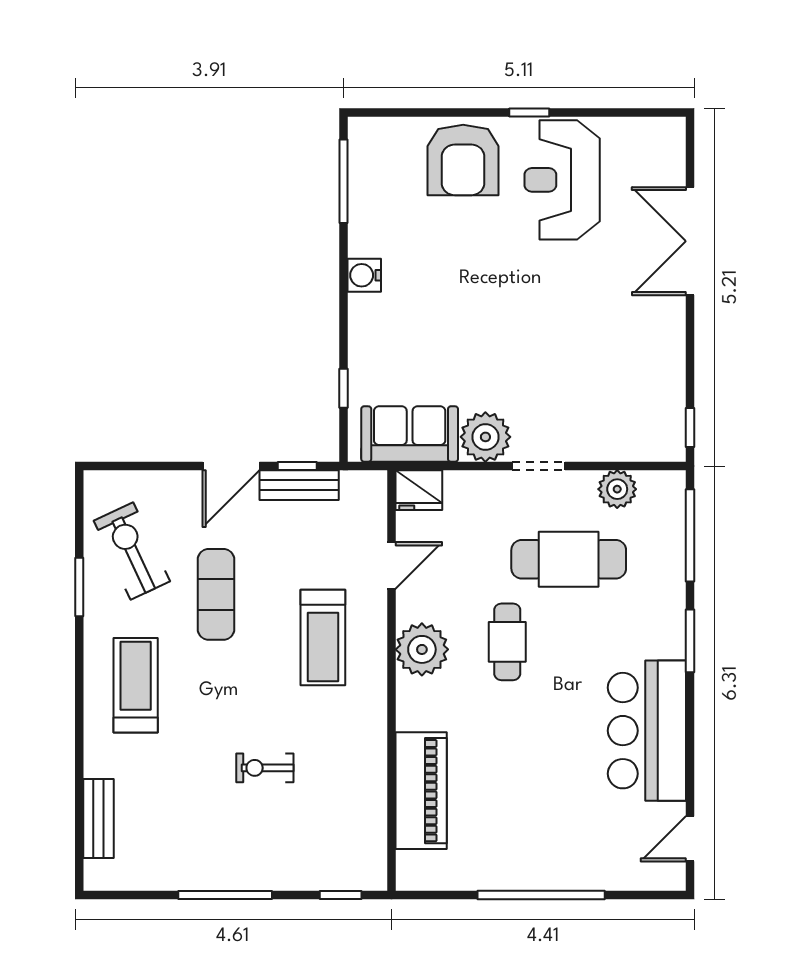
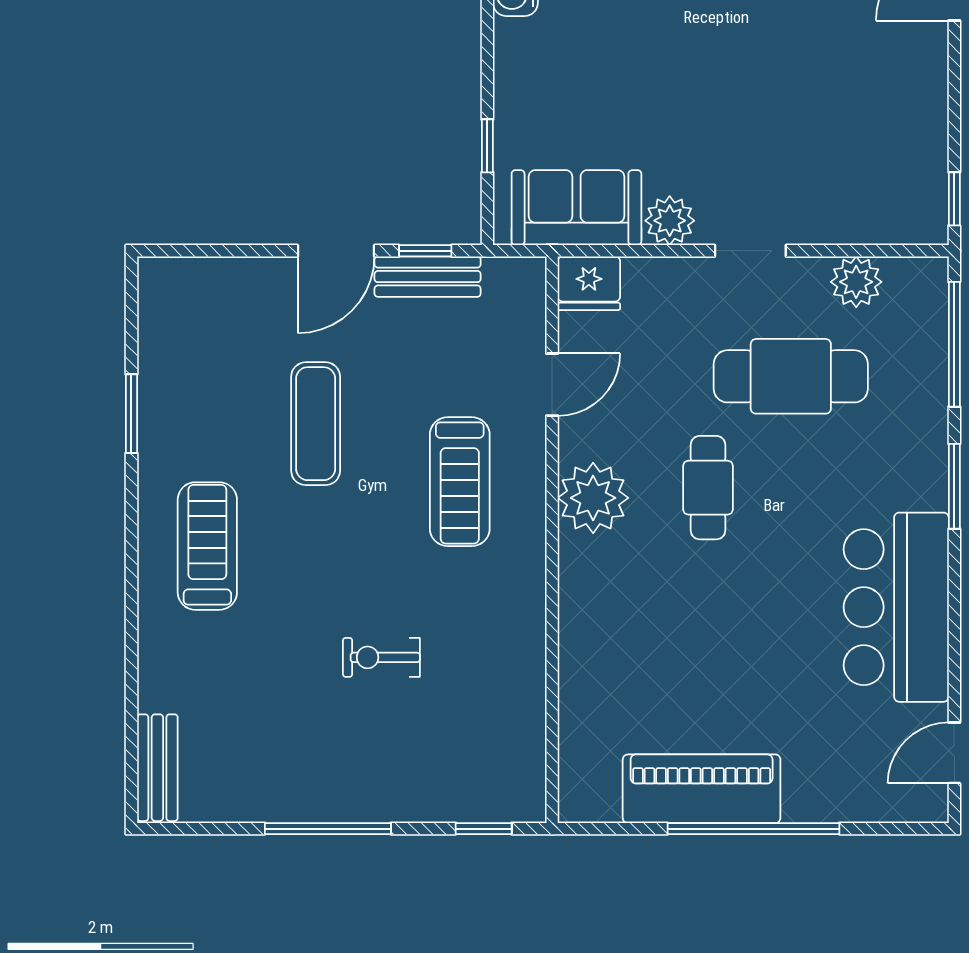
plant: (485, 437) -> (670, 221), width x0.73, depth x0.73
exercise bike: (132, 551) -> (202, 365), removed
piano: (421, 791) -> (702, 789), moved, turned -90
bench: (99, 818) -> (157, 768), moved

